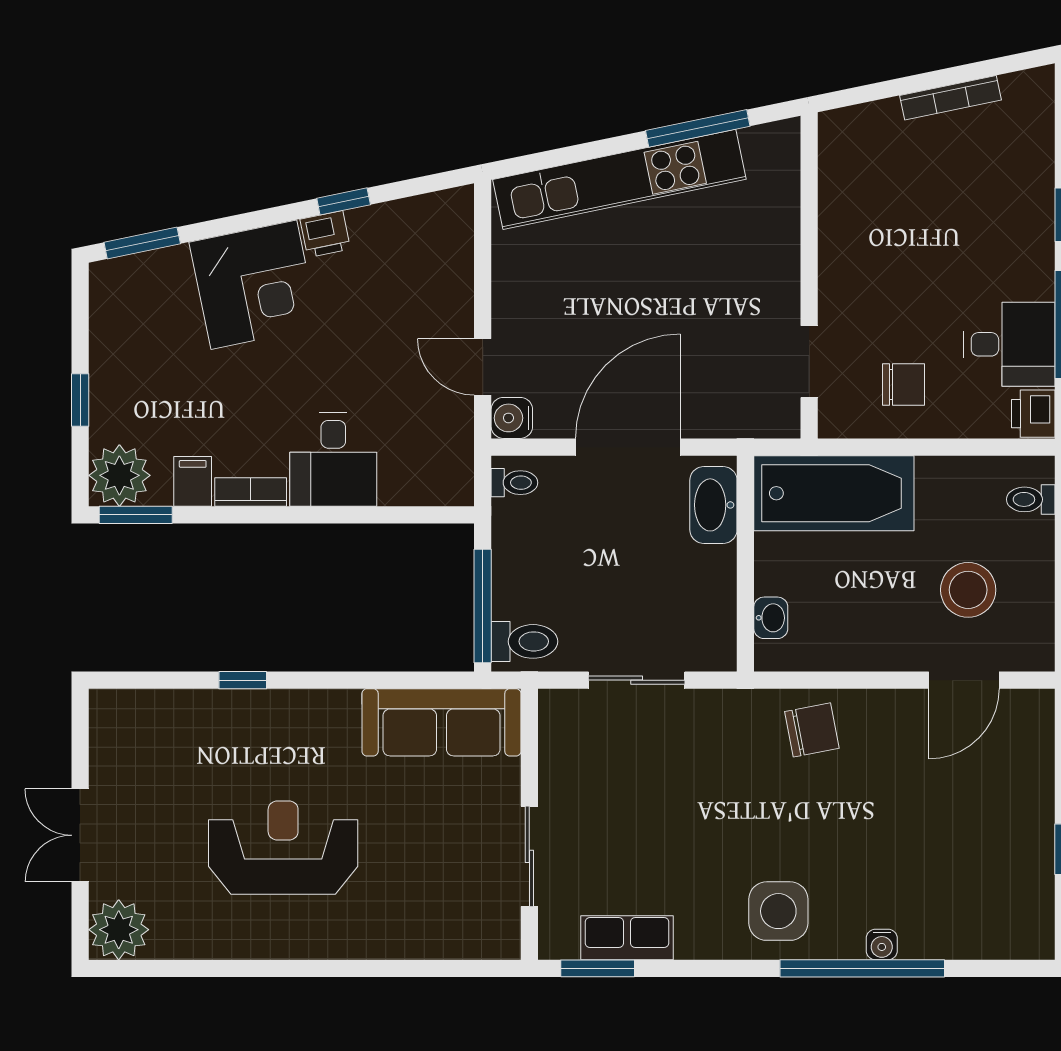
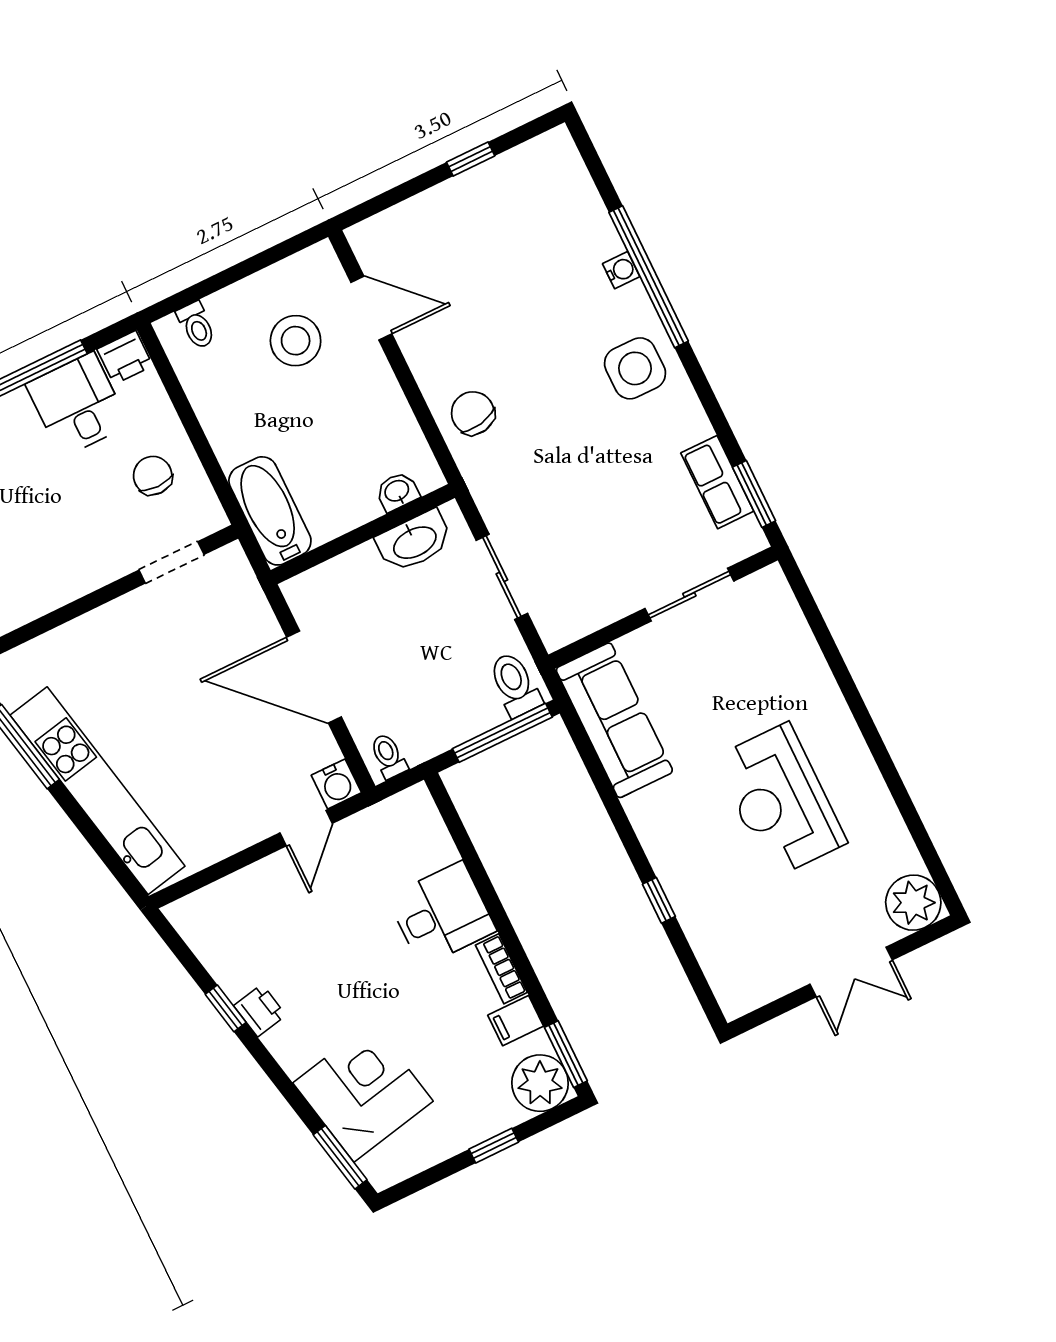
corner desk: (254, 285) -> (363, 1092), moved
bathtub: (834, 493) -> (270, 511), width x0.73, depth x0.73
washbasin: (713, 505) -> (414, 541), moved

